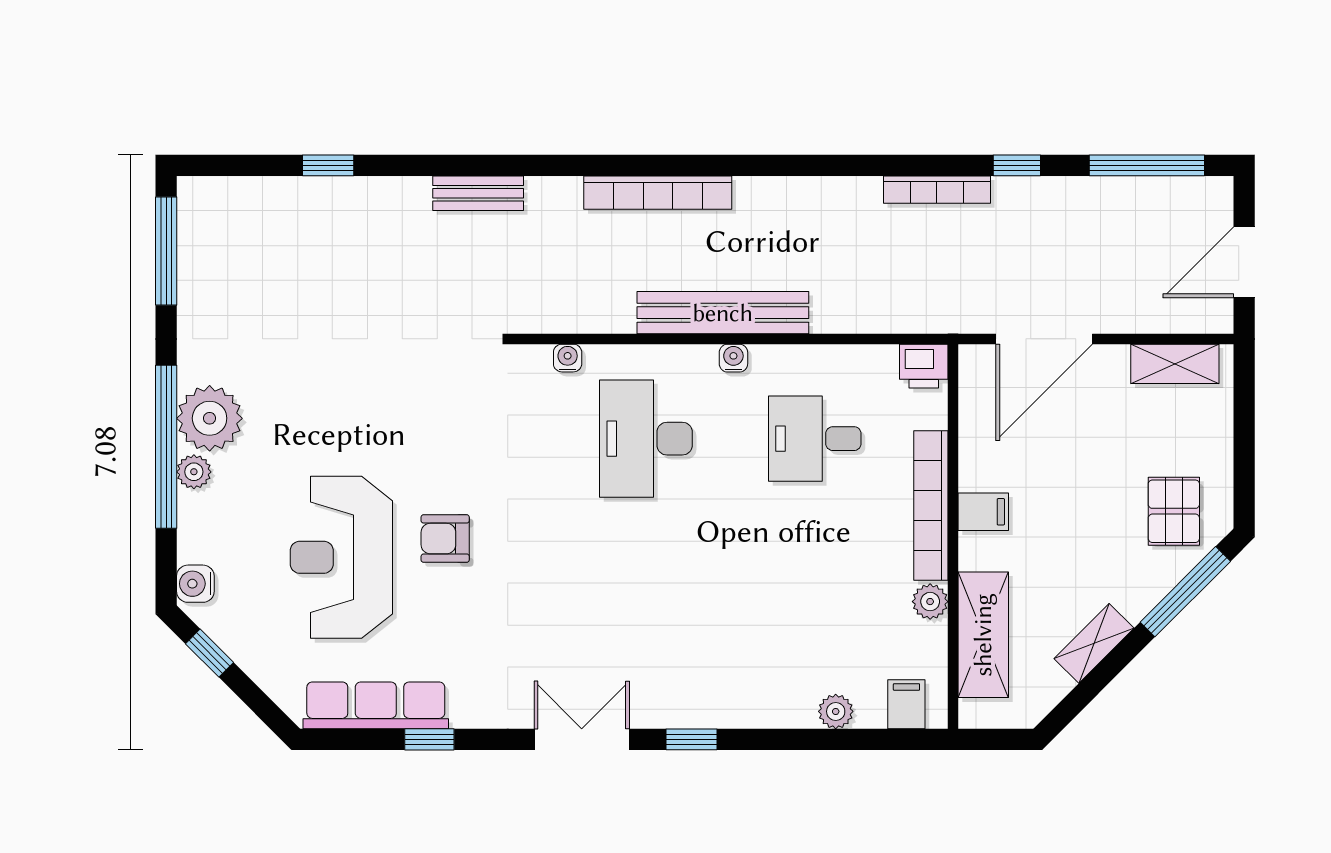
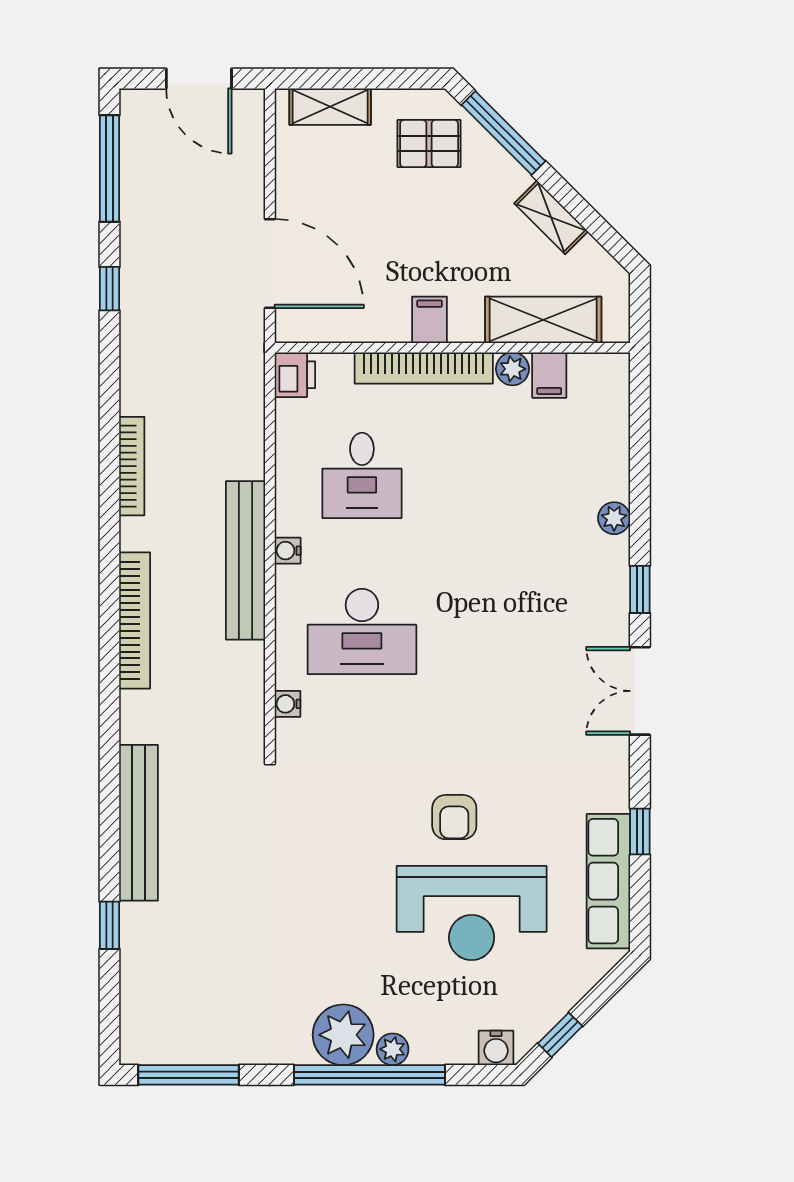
bookcase: (937, 190) -> (132, 466), moved
bench: (478, 193) -> (139, 823), width x1.86, depth x1.21
shelving: (1175, 364) -> (330, 107), moved, turned 90
filing cabinet: (906, 704) -> (549, 375), moved, turned -90
plant: (836, 711) -> (614, 518), moved

